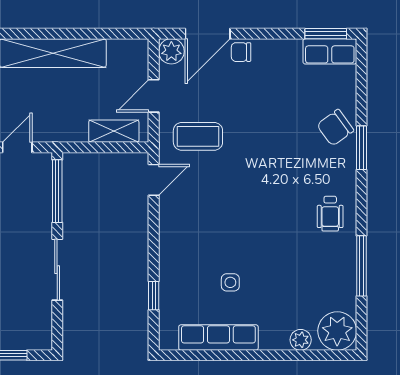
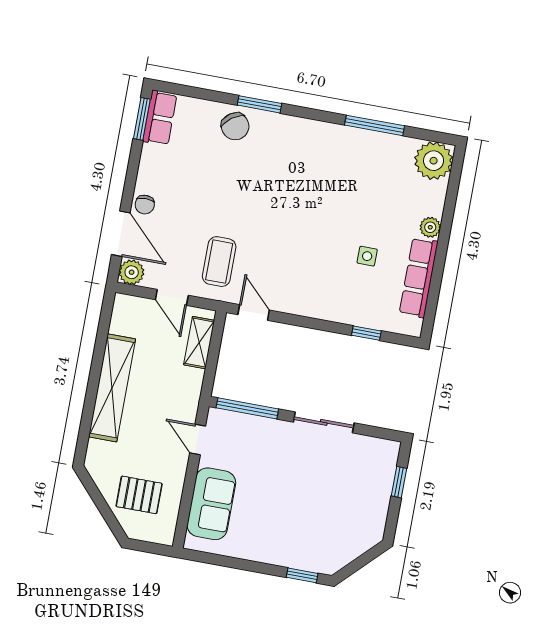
wheelchair: (330, 214) -> (318, 147), removed
plant: (301, 340) -> (430, 227), moved

